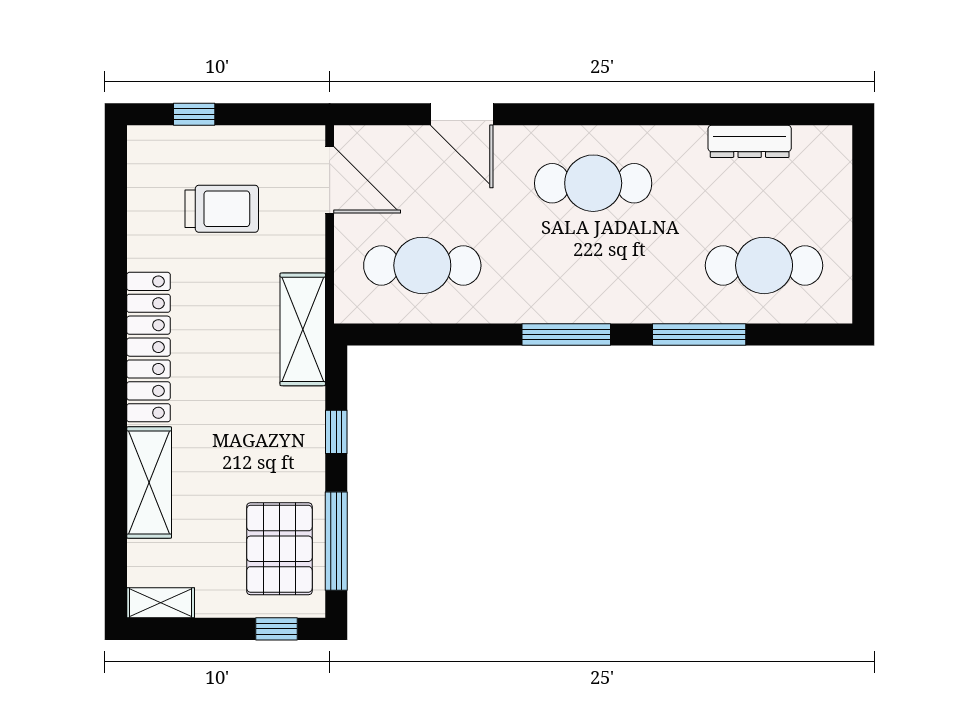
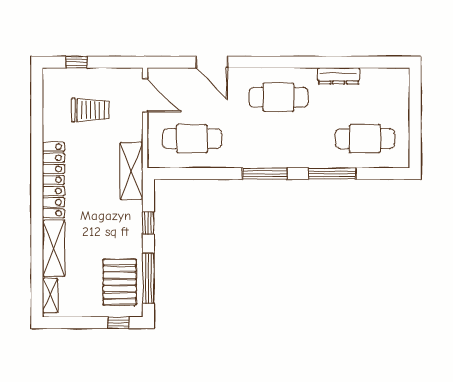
dresser: (750, 141) -> (339, 76), moved
shelving: (161, 603) -> (50, 295), moved, turned 90

